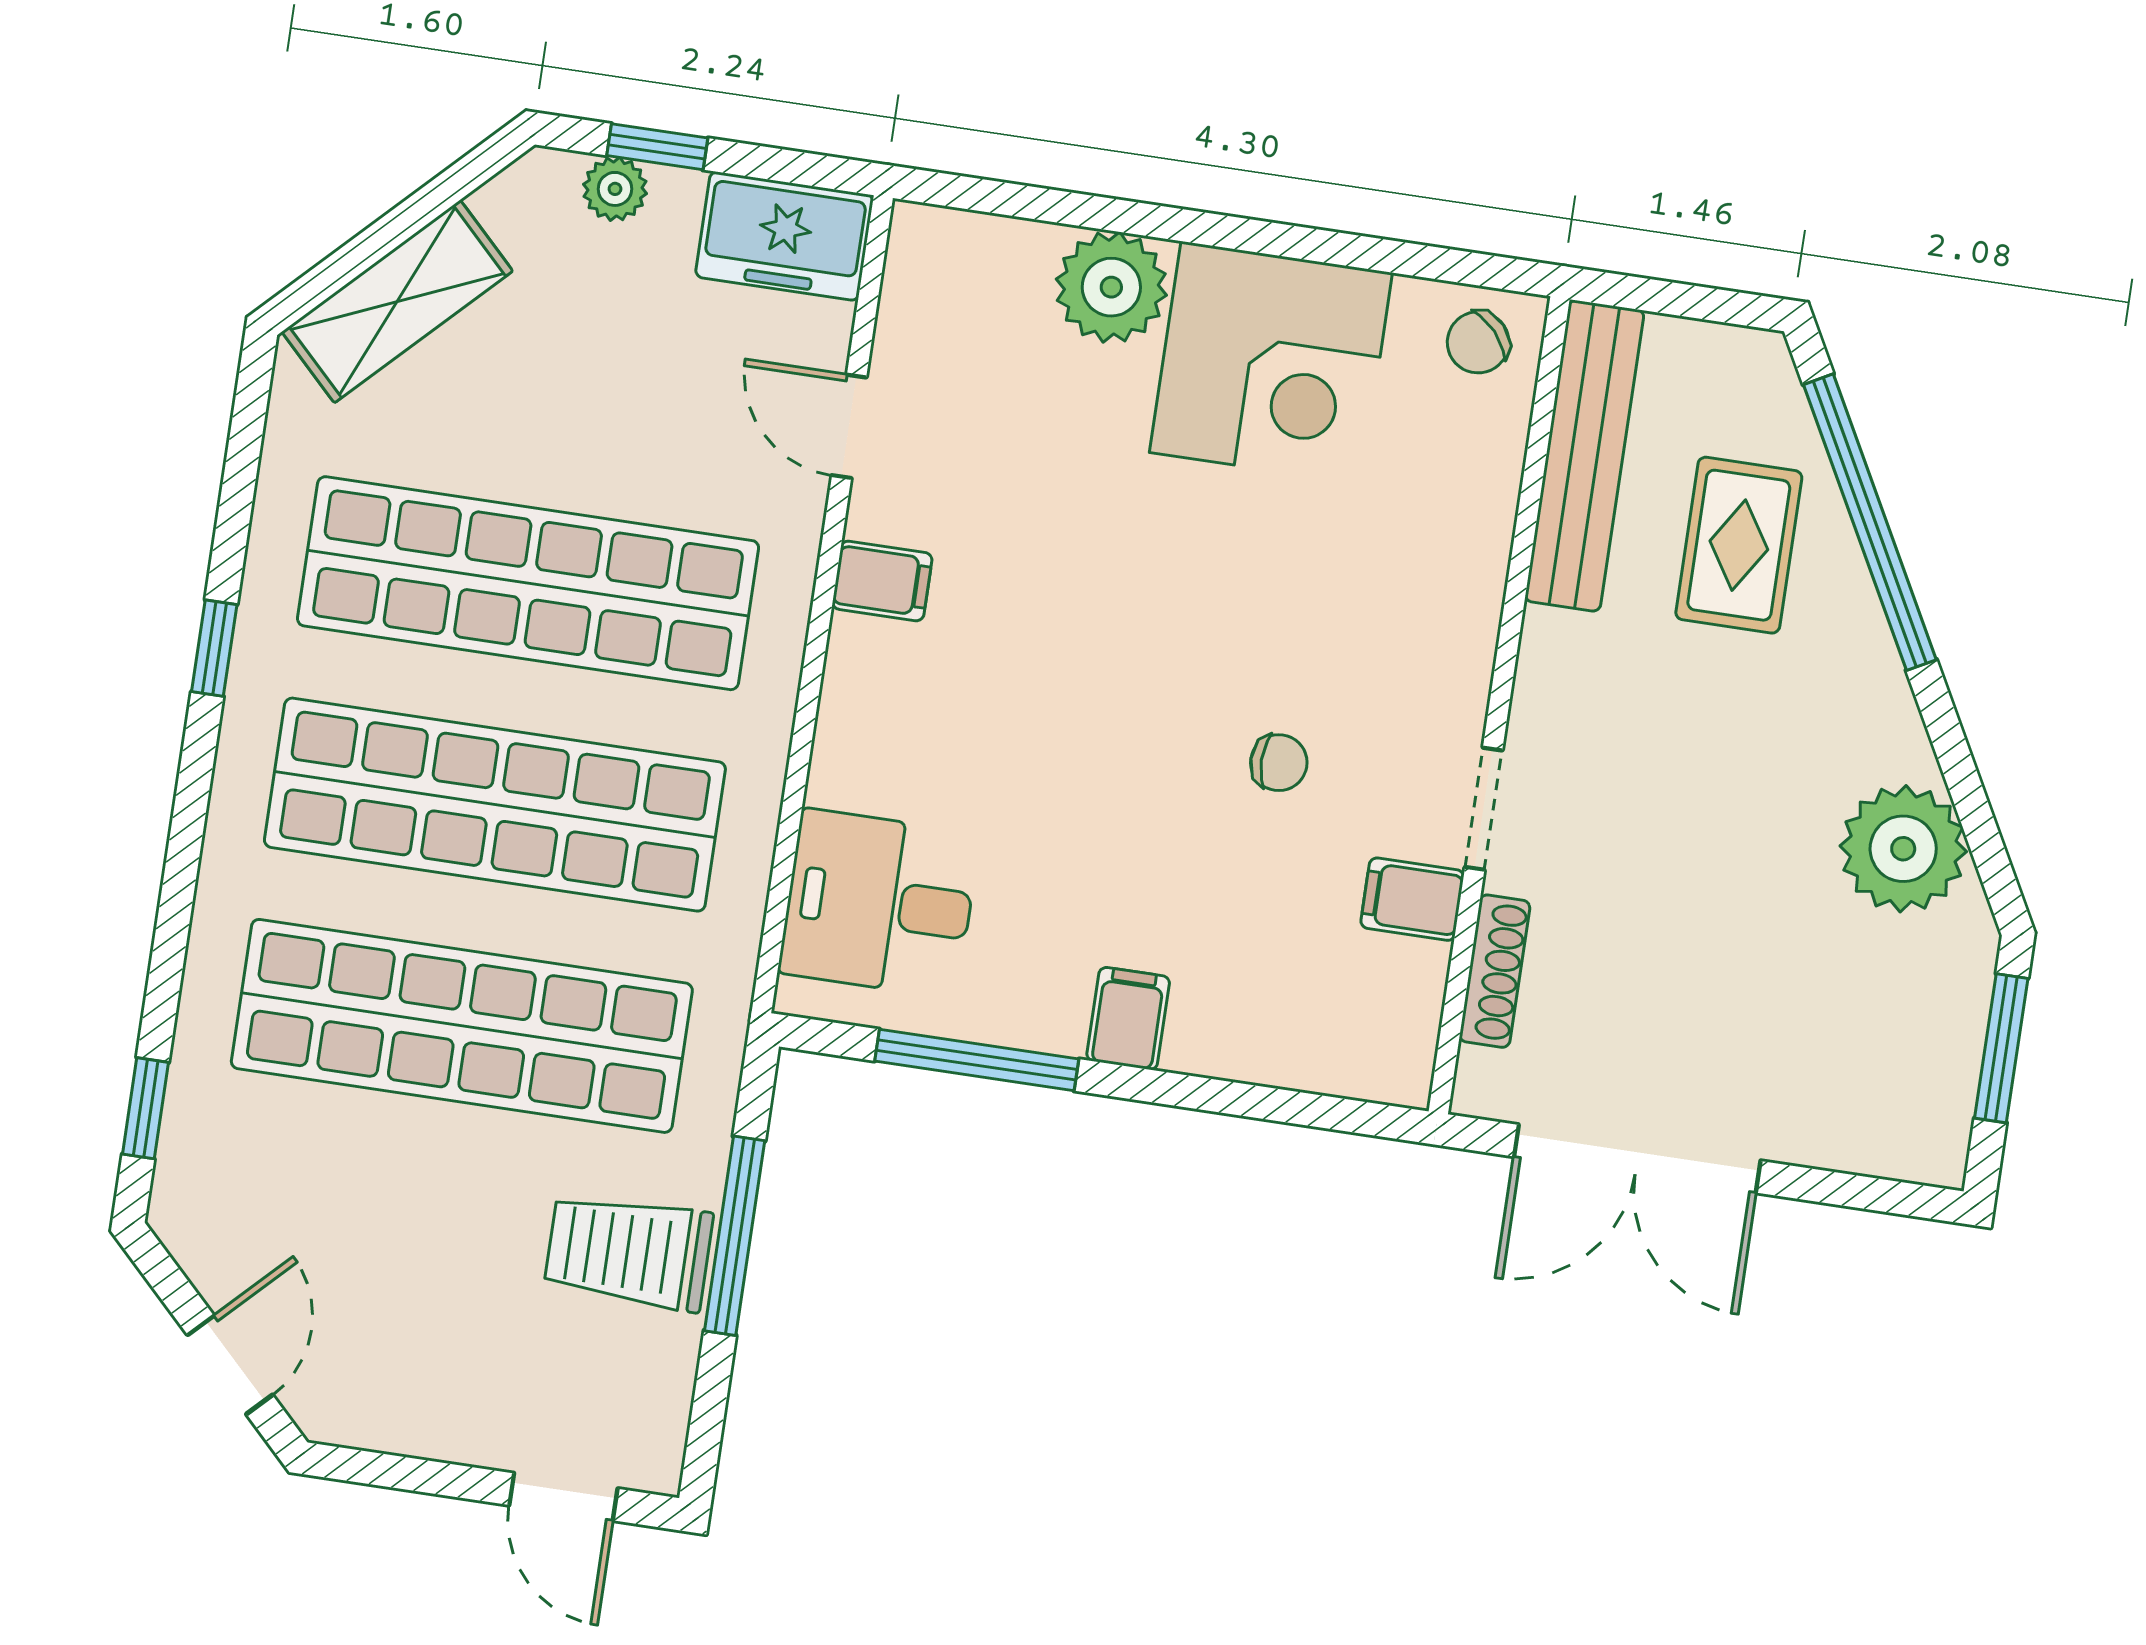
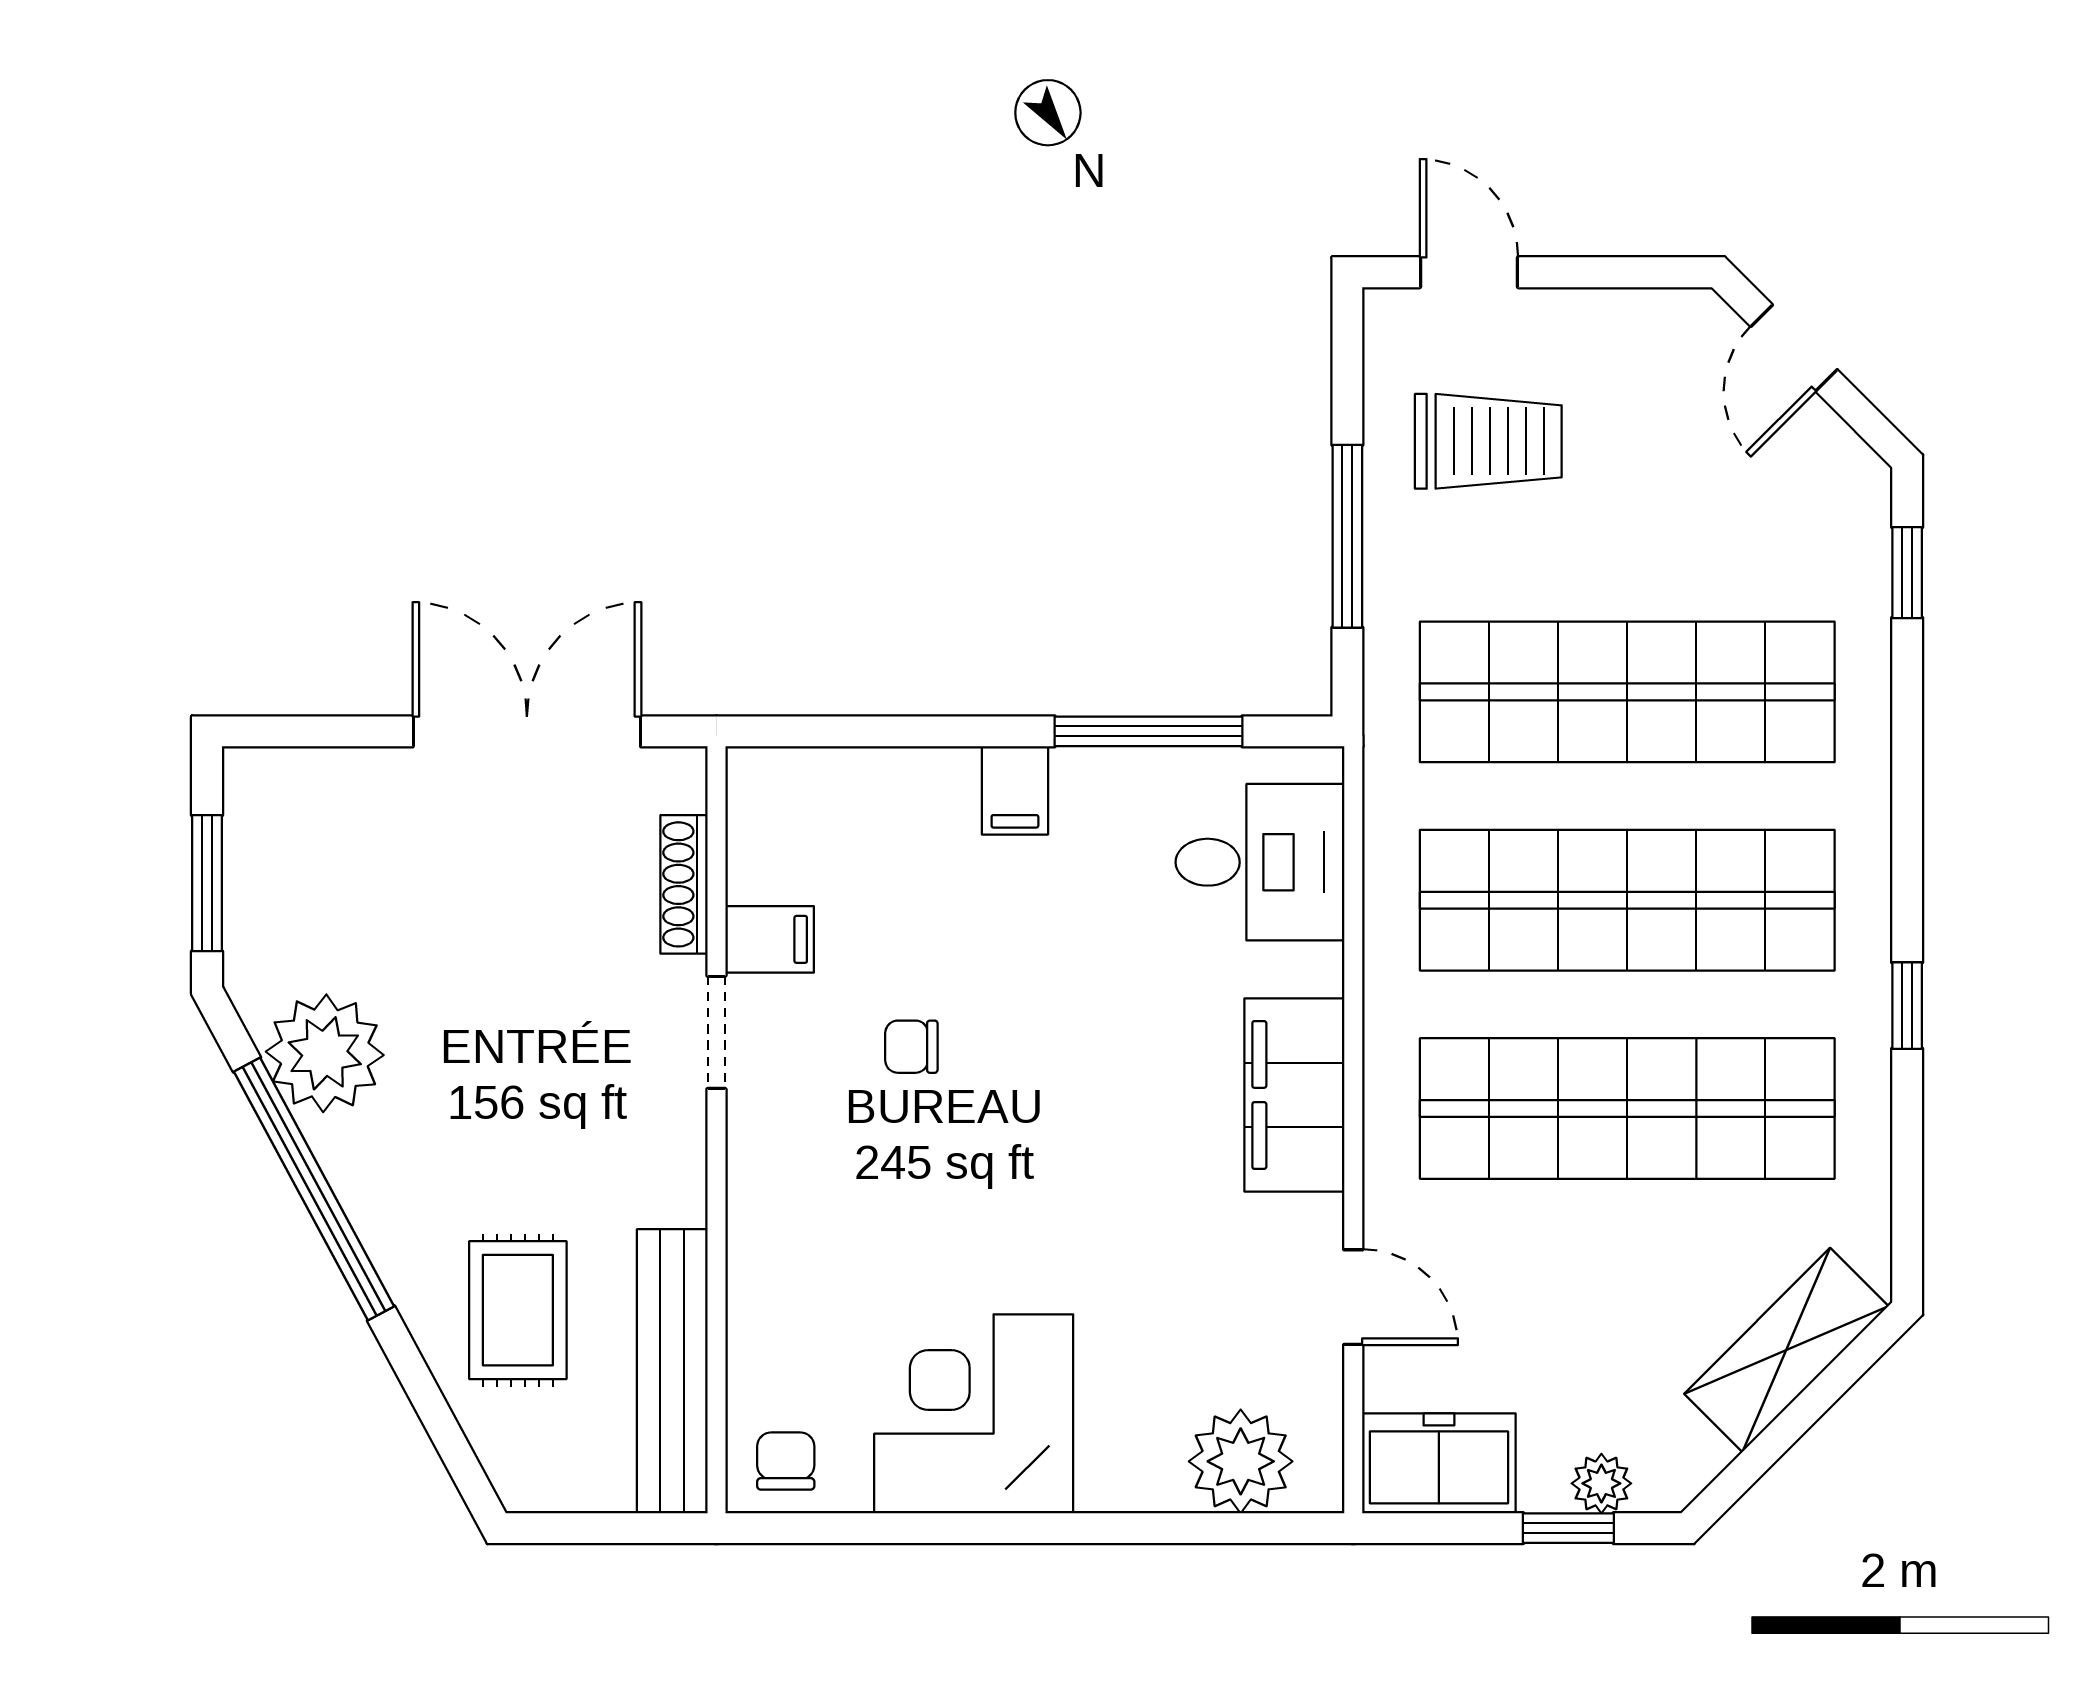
plant: (1111, 287) -> (1241, 1461), moved
chair: (1478, 342) -> (786, 1461), turned -48
window: (1870, 522) -> (314, 1189), moved
filing cabinet: (882, 581) -> (1294, 1095), width x3.00, depth x1.17
trolley: (629, 1252) -> (1488, 441), moved

